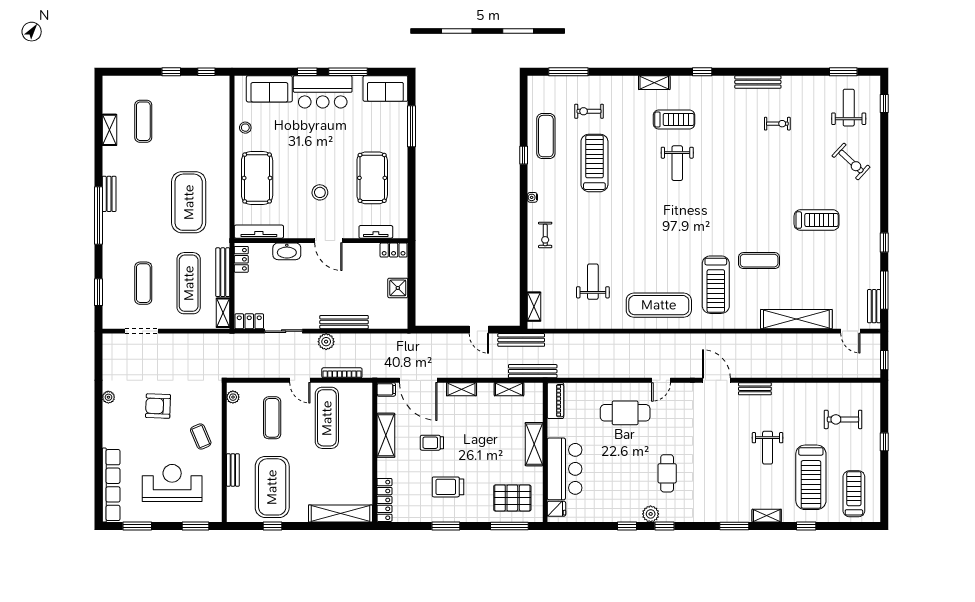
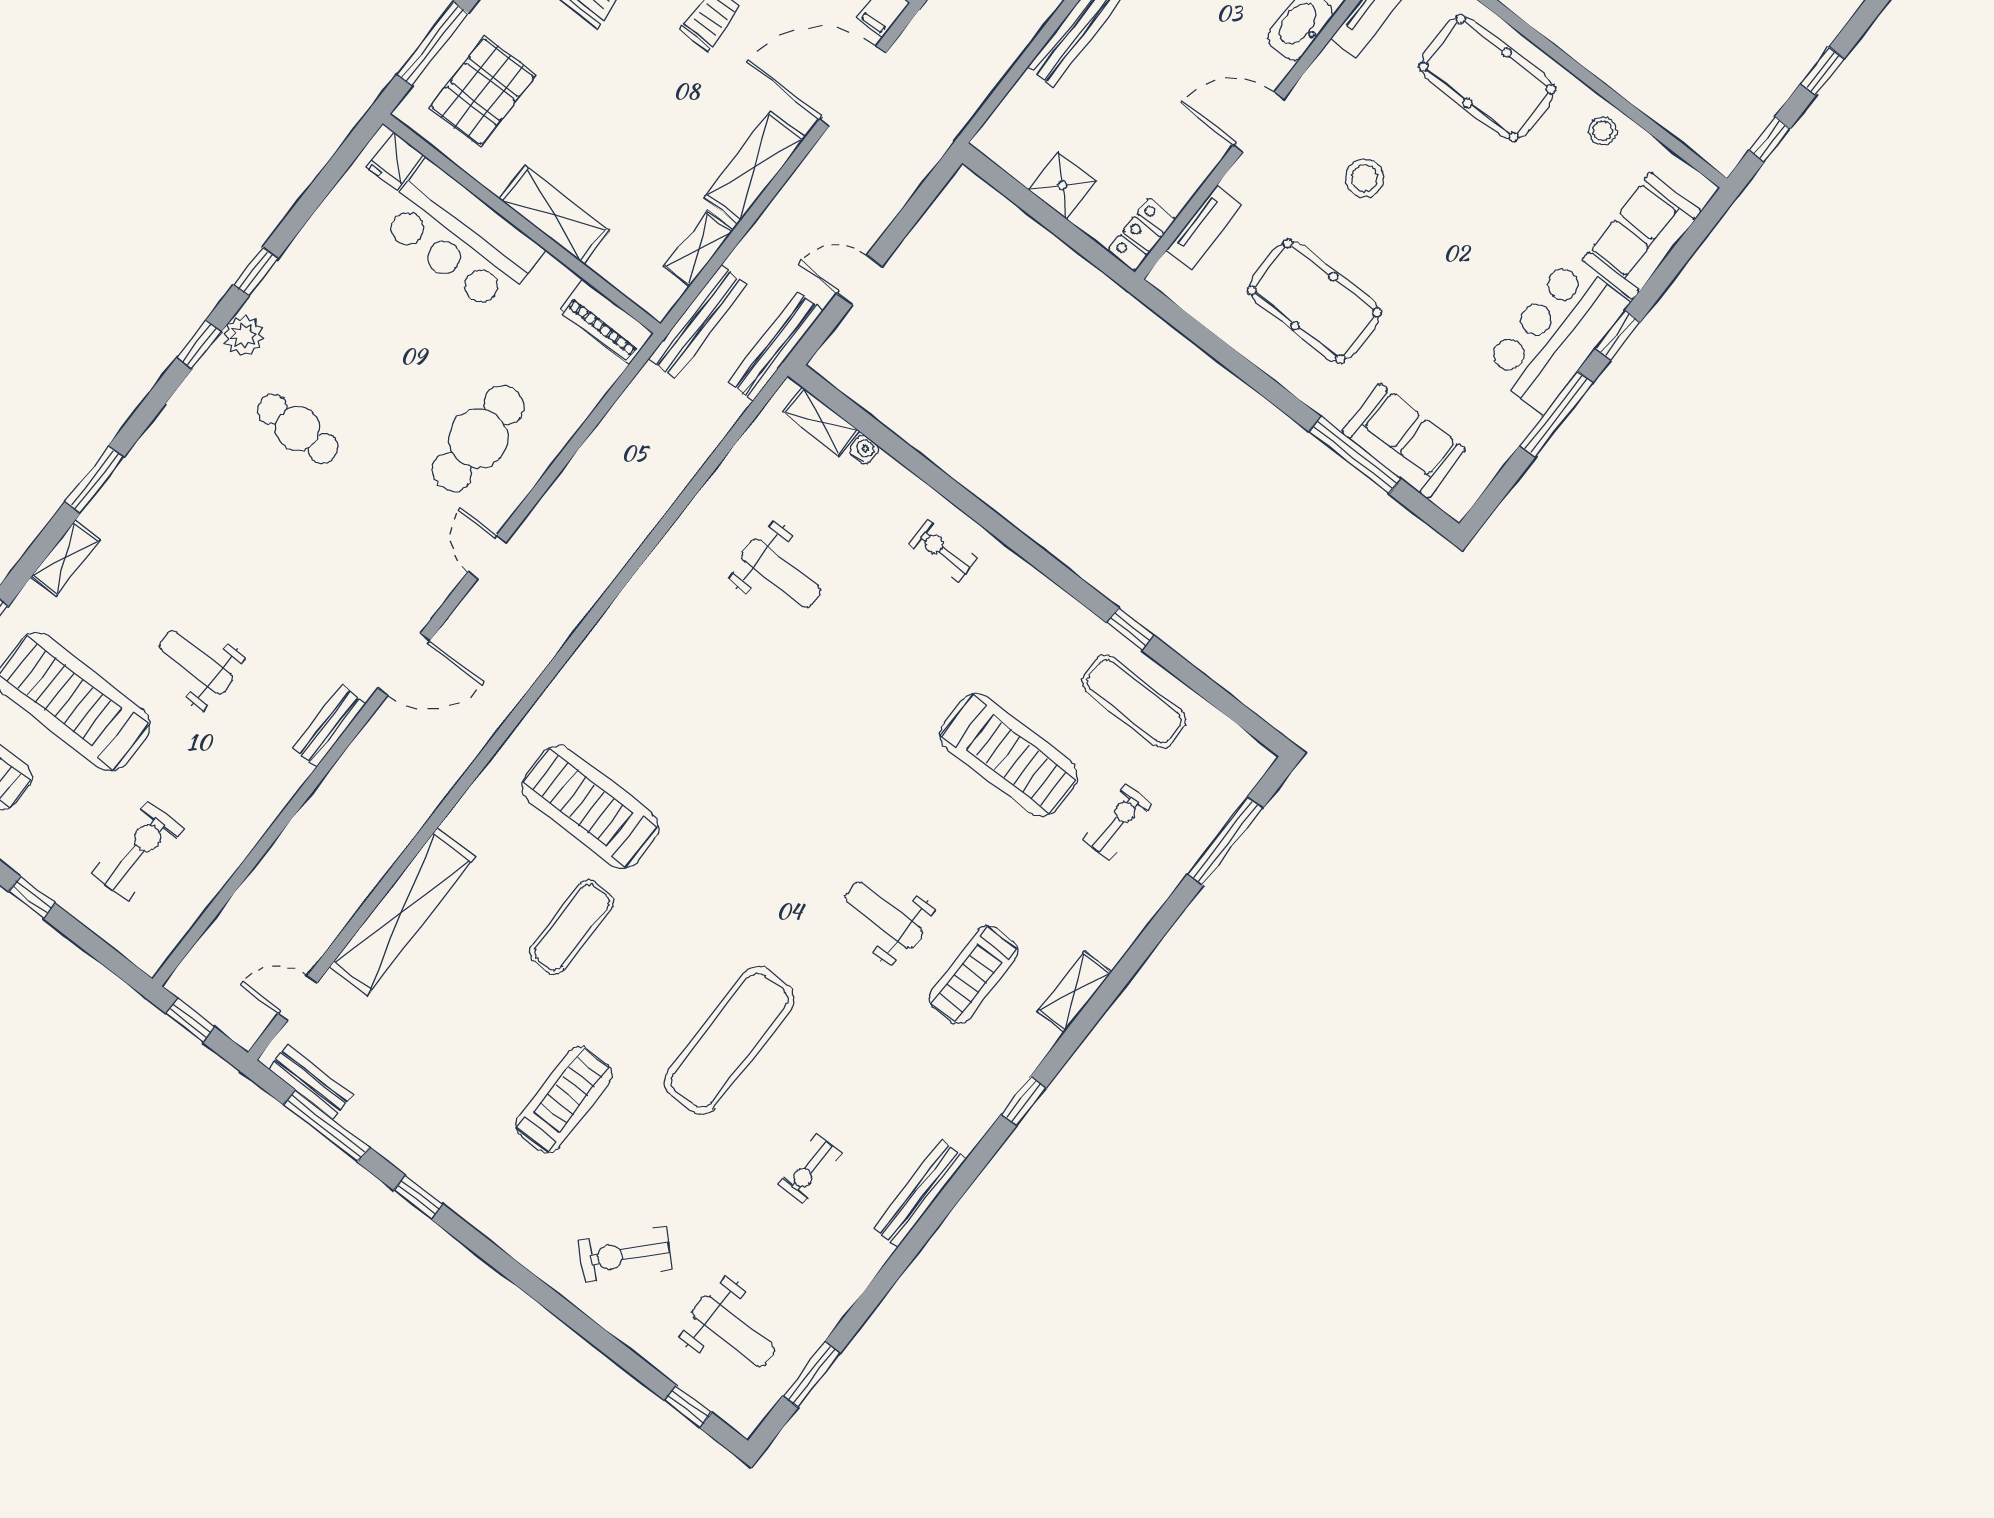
sofa: (385, 88) -> (1404, 441), moved, turned 90
water cooler: (532, 197) -> (864, 450), moved
treadmill: (817, 220) -> (564, 1100), turned 180
exercise mat: (659, 305) -> (730, 1040), moved
shelving: (461, 389) -> (755, 167), width x1.50, depth x1.33

